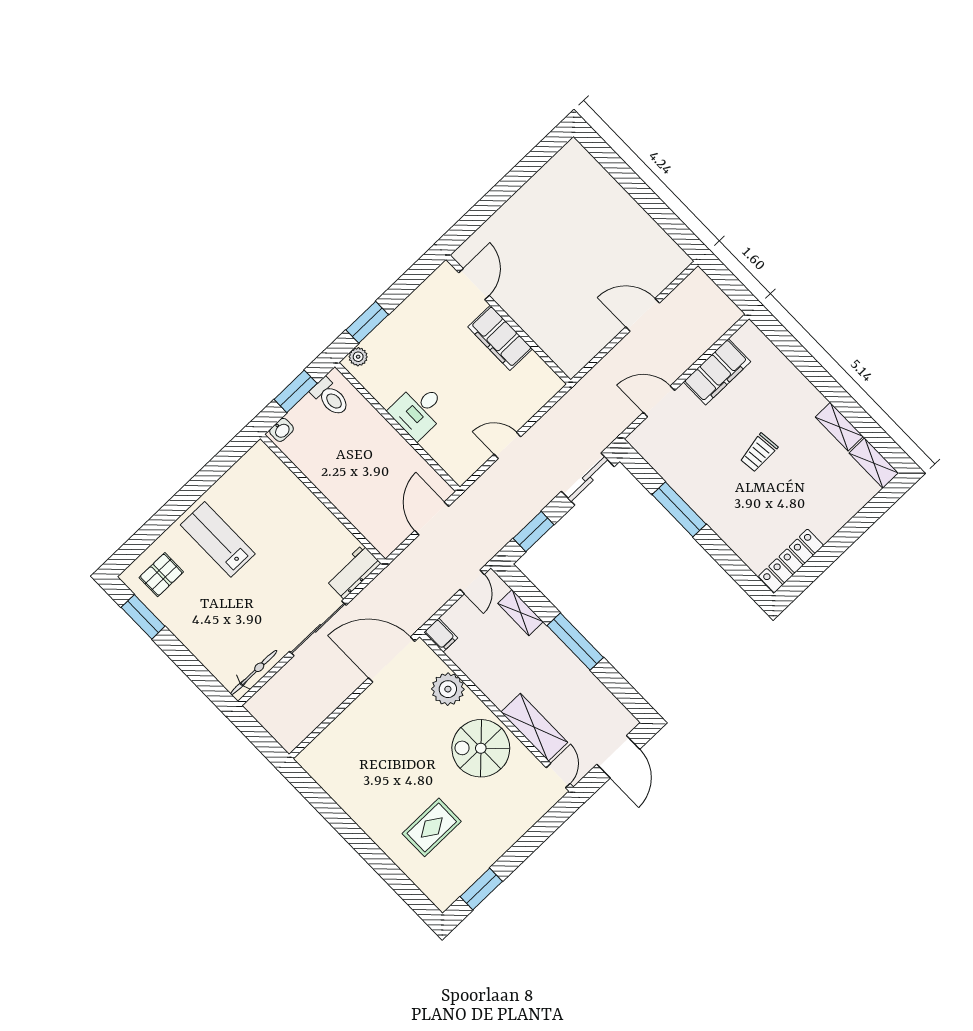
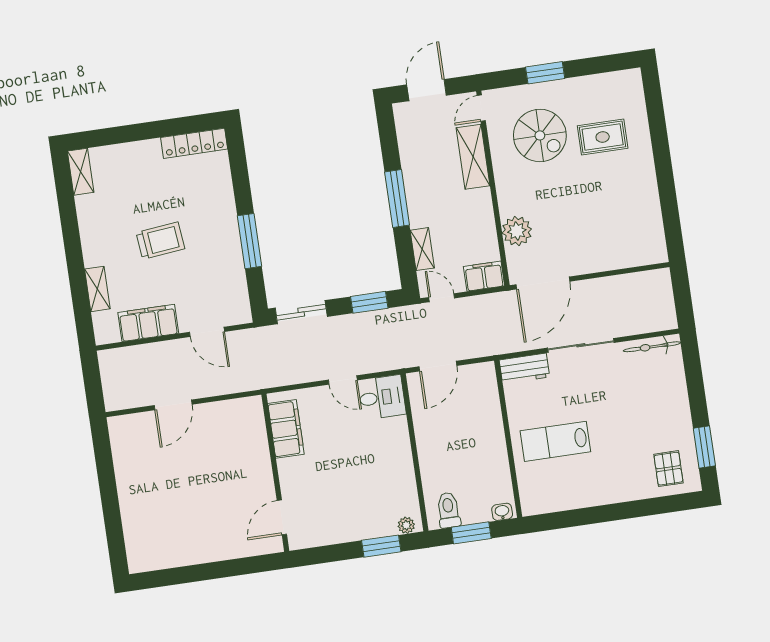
door: (643, 315) -> (173, 405), hinge flipped
filing cabinet: (500, 338) -> (286, 429), moved
desk: (419, 410) -> (382, 397), moved
shelving: (839, 427) -> (97, 289), moved
trolley: (759, 453) -> (160, 241), width x1.36, depth x1.39
lab bench: (218, 539) -> (555, 441), moved, turned 90
pallet: (161, 575) -> (668, 469), turned 90
door: (472, 582) -> (442, 298), hinge flipped
filing cabinet: (441, 635) -> (484, 276), width x2.00
door: (392, 660) -> (543, 283), hinge flipped
spiral stairs: (481, 748) -> (540, 135), moved
window: (481, 889) -> (545, 73), moved

